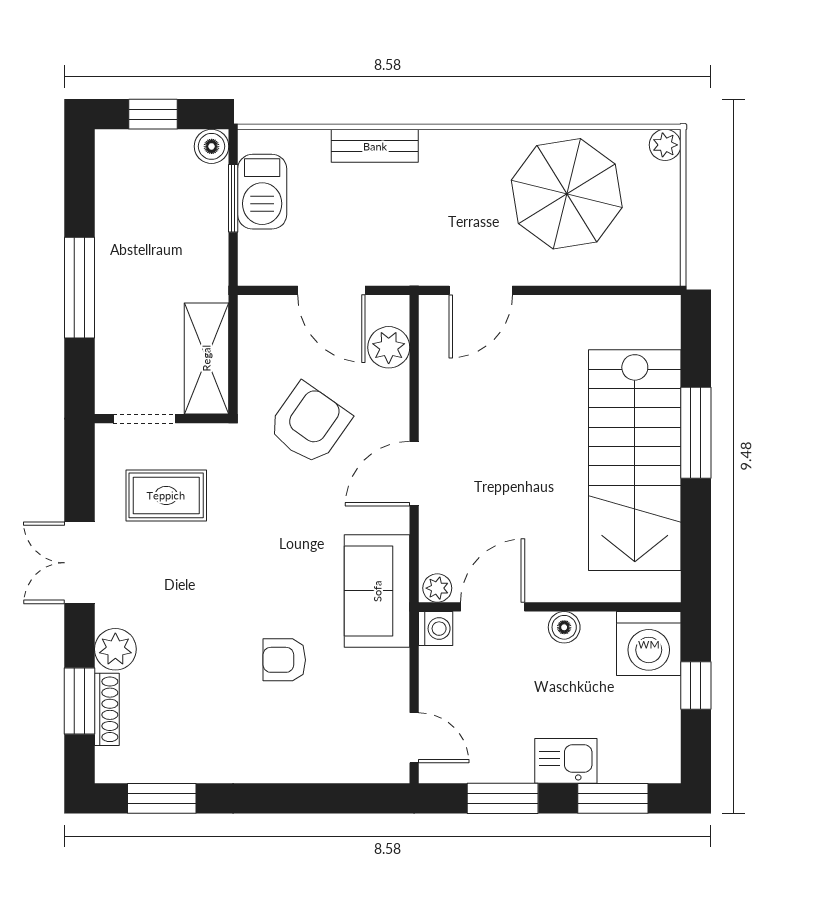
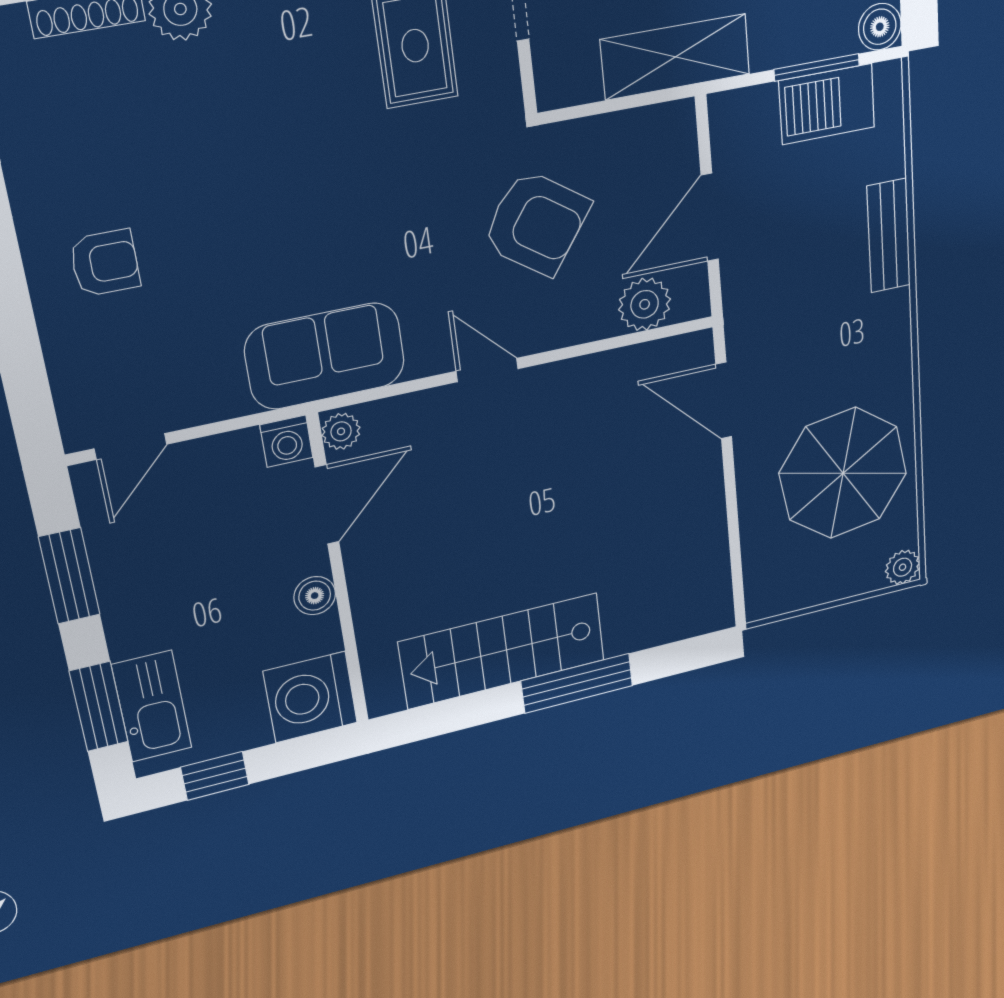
shelving: (206, 358) -> (675, 57), moved
stairs: (635, 460) -> (503, 651), width x0.73, depth x0.66
door: (414, 474) -> (487, 370), width x0.73
door: (493, 607) -> (327, 505), hinge flipped
armchair: (284, 660) -> (105, 263), moved, turned 90
window: (696, 685) -> (215, 776), moved
kitchen sink: (566, 761) -> (152, 706), moved, width x1.38

